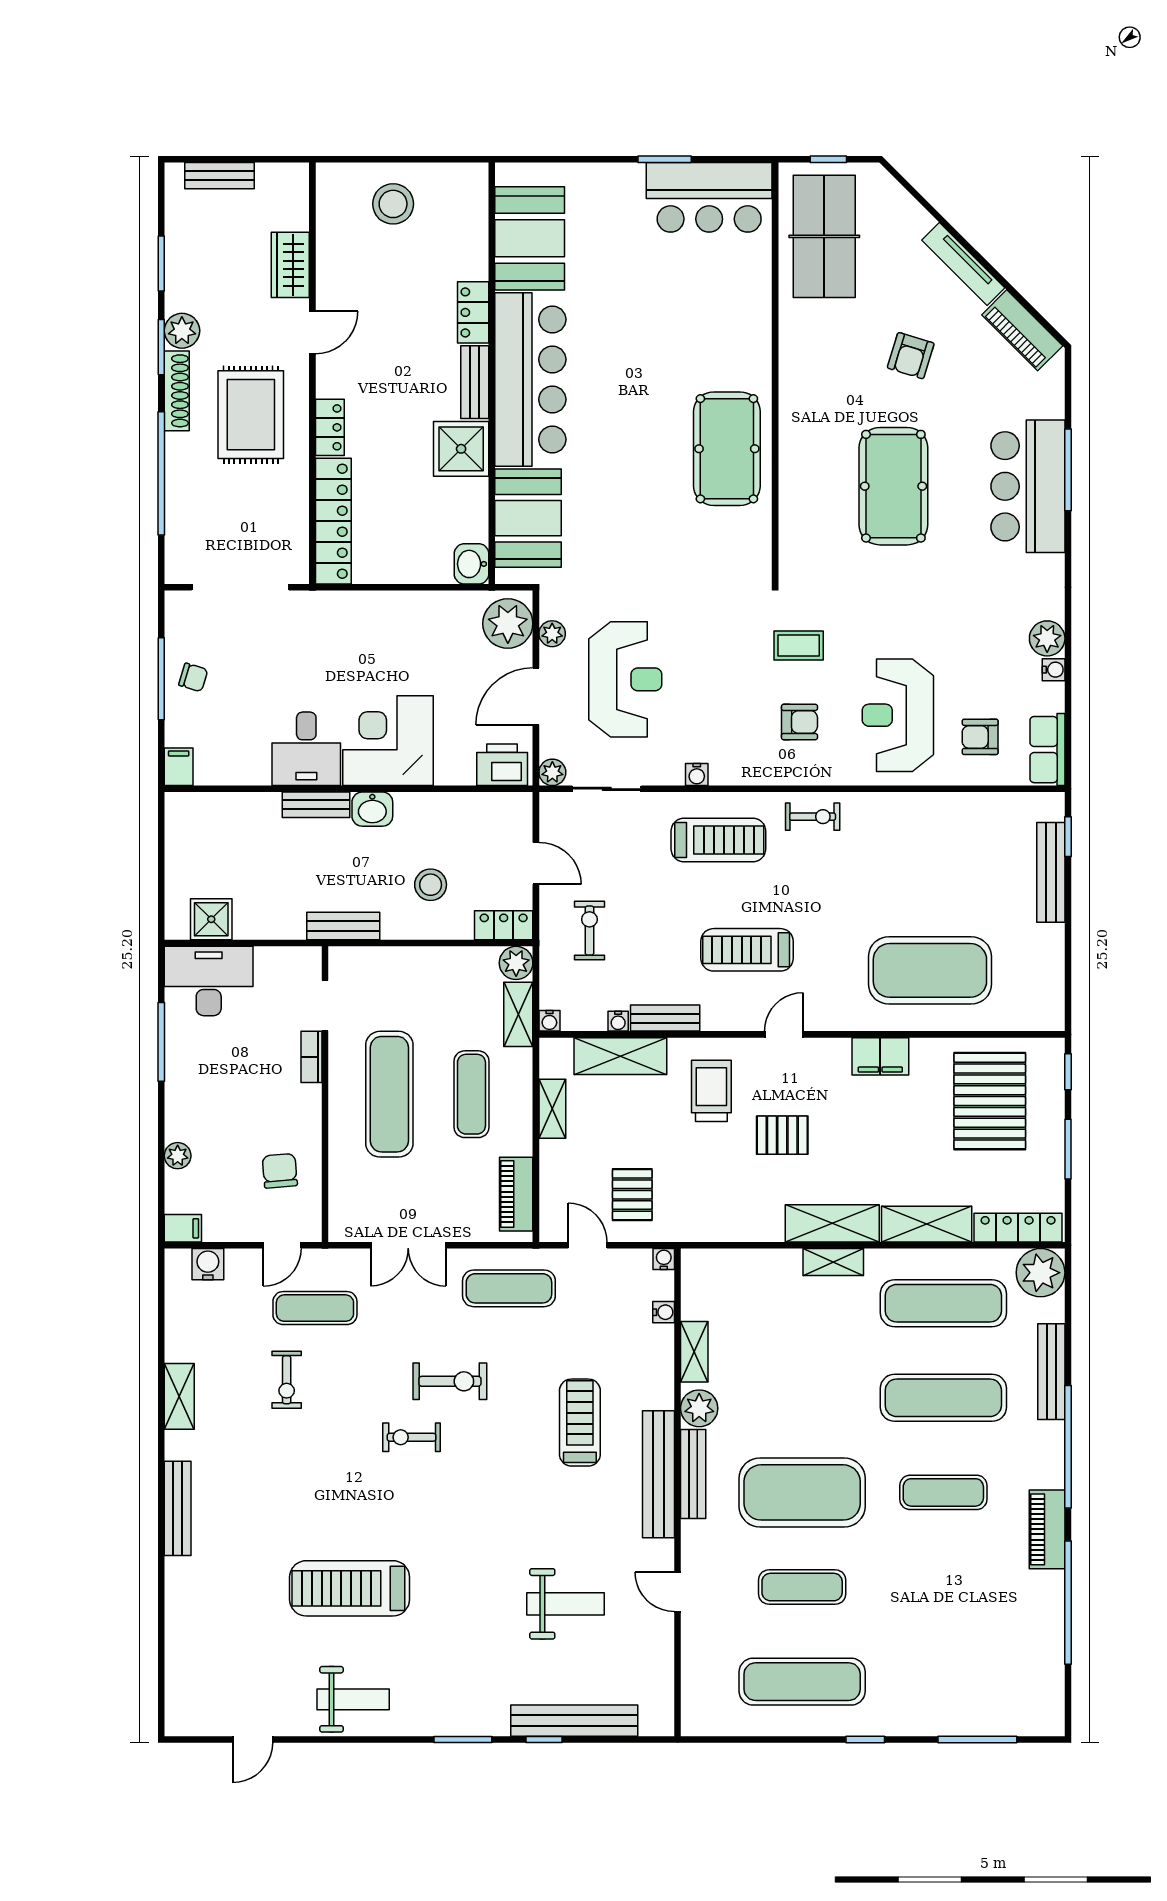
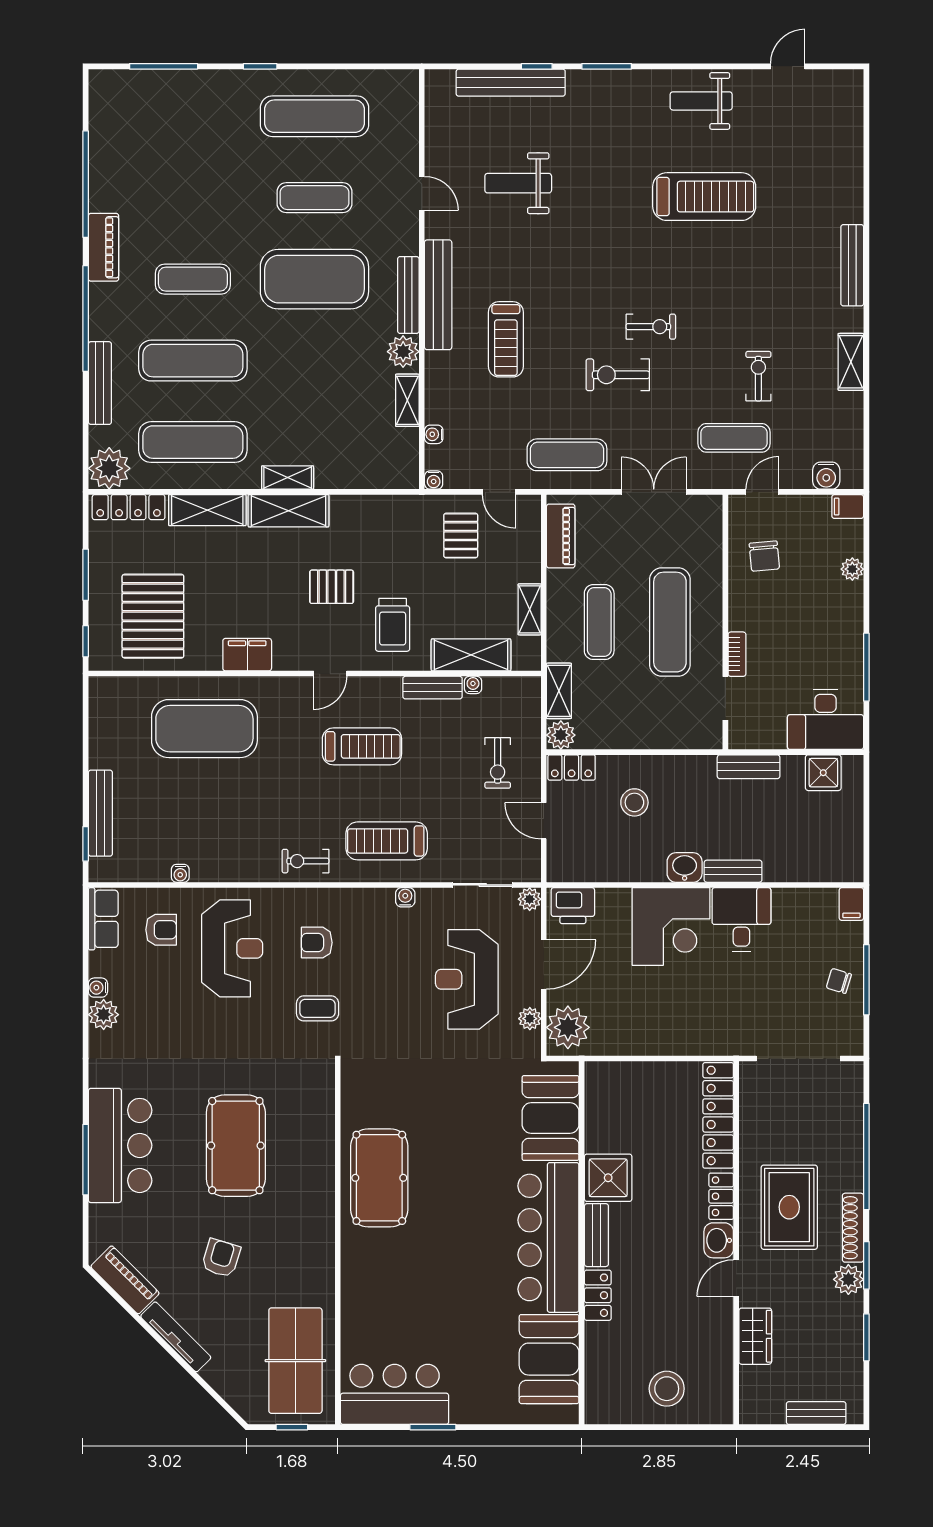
washbasin: (471, 564) -> (719, 1240), moved, turned 180
bench: (343, 926) -> (749, 767), moved
water cooler: (549, 1021) -> (180, 873), moved, turned 180

